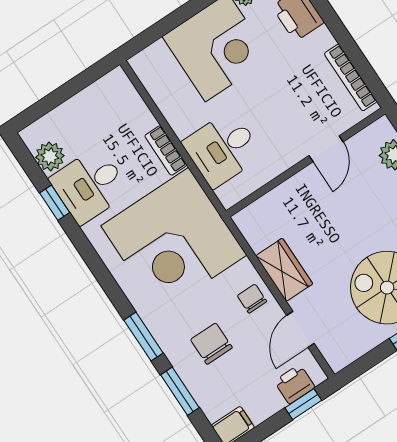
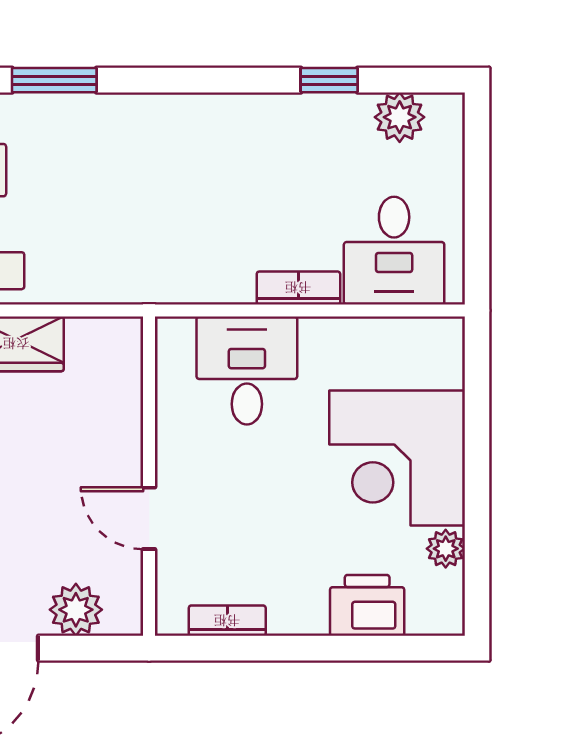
bookcase: (351, 78) -> (227, 621), width x0.64
desk: (90, 185) -> (394, 251), moved, turned 180
corner desk: (174, 240) -> (163, 214), removed

